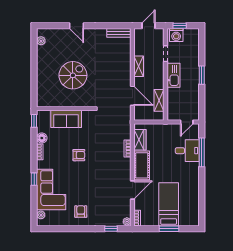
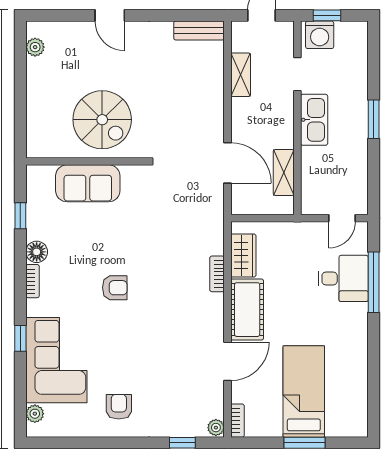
shelving: (139, 66) -> (241, 75), moved
spiral stairs: (73, 75) -> (102, 120), turned 90
wall: (65, 109) -> (86, 161), moved
sofa: (66, 119) -> (88, 183), moved

